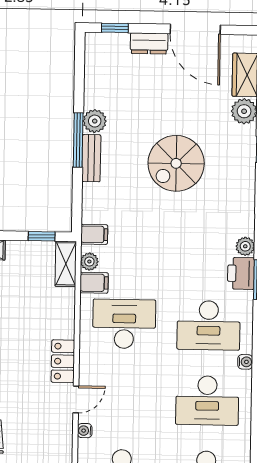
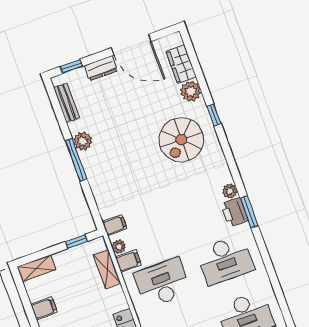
bench: (91, 158) -> (67, 103), moved
spiral stairs: (176, 163) -> (181, 140), moved
shelving: (66, 264) -> (107, 269), moved
water cooler: (245, 362) -> (263, 277), removed

